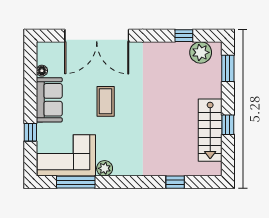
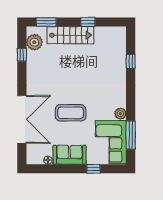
coffee table: (106, 101) -> (71, 113), width x1.36, depth x1.32
stairs: (210, 130) -> (70, 35), moved

